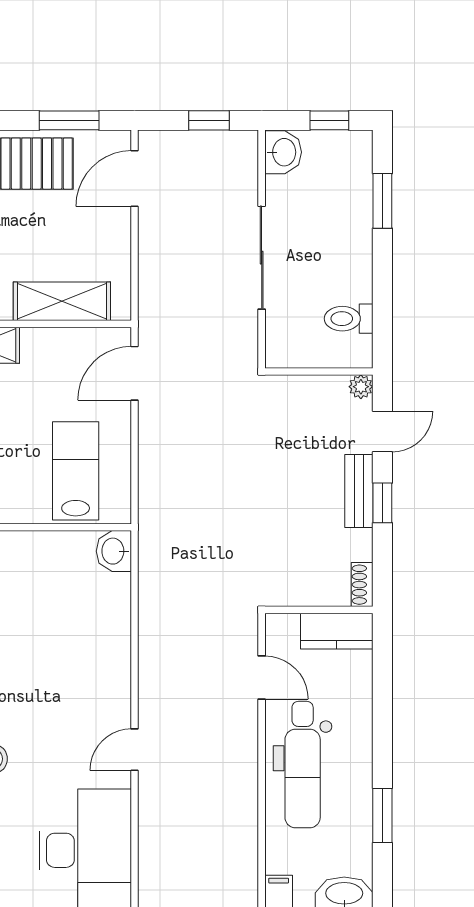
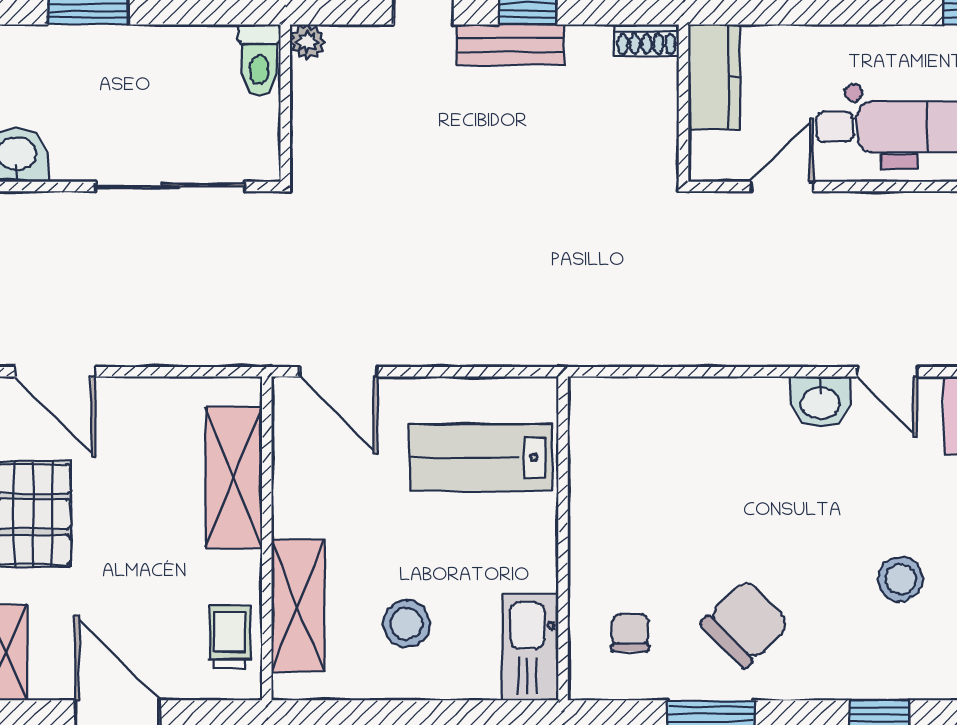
wall: (319, 372) -> (285, 103), moved
plant: (361, 387) -> (307, 42), moved
washbasin: (114, 551) -> (820, 402), moved

